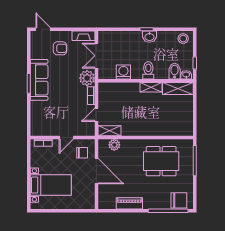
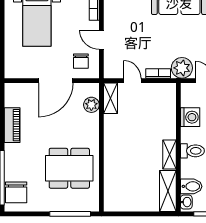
dining table: (161, 161) -> (69, 168), turned 90

